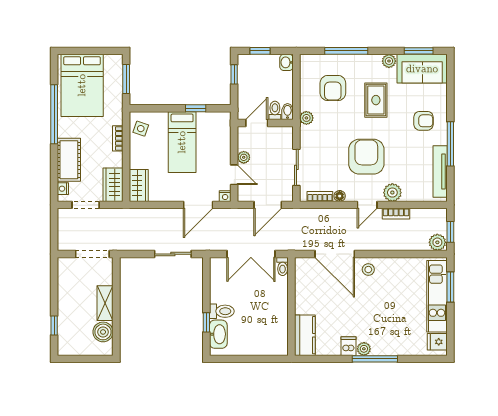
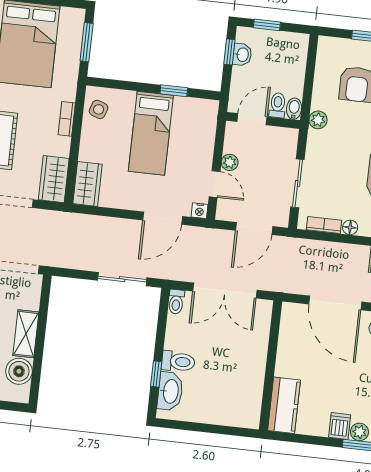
washbasin: (286, 62) -> (242, 55), moved, turned 180
toilet: (283, 266) -> (176, 302), moved

